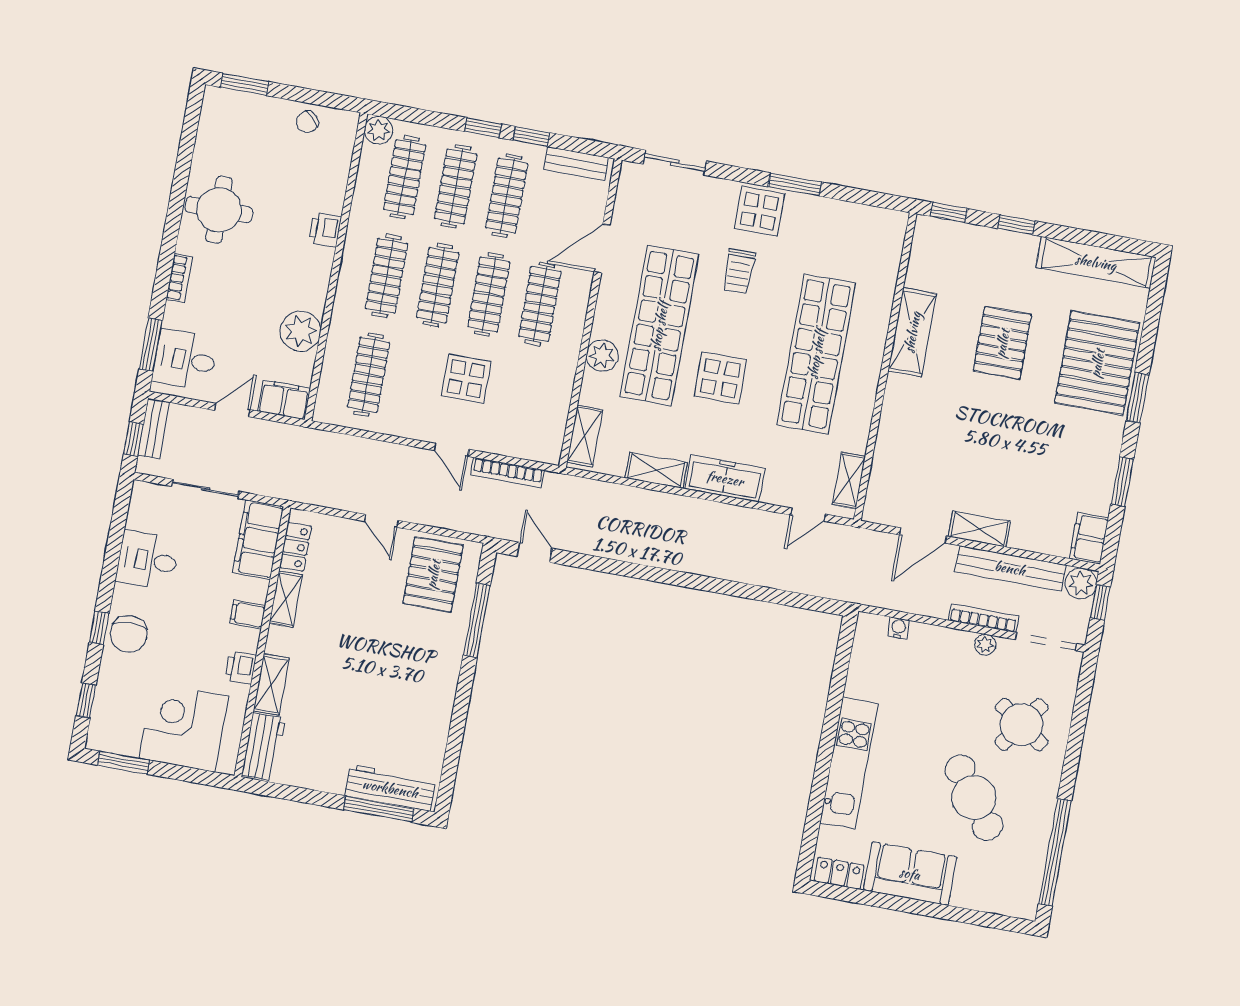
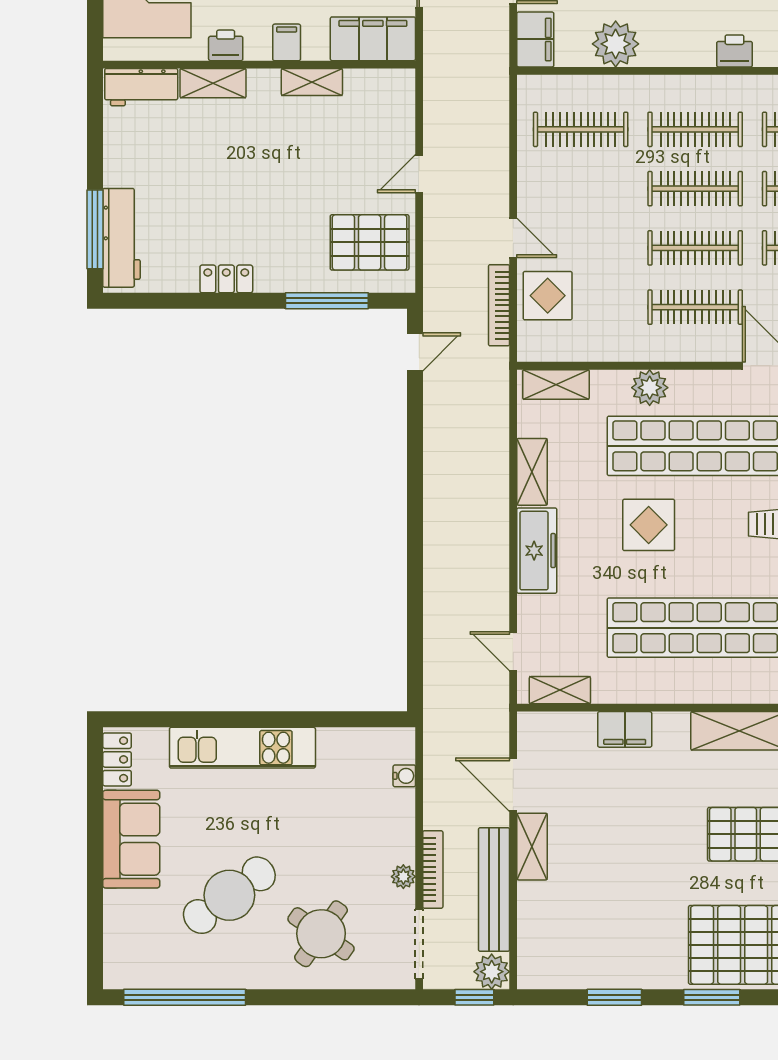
display table: (466, 379) -> (548, 296), moved
door: (452, 450) -> (513, 238), swing flipped
filing cabinet: (1089, 538) -> (625, 729), moved, turned 180
locker: (295, 547) -> (226, 279), moved, turned 180

